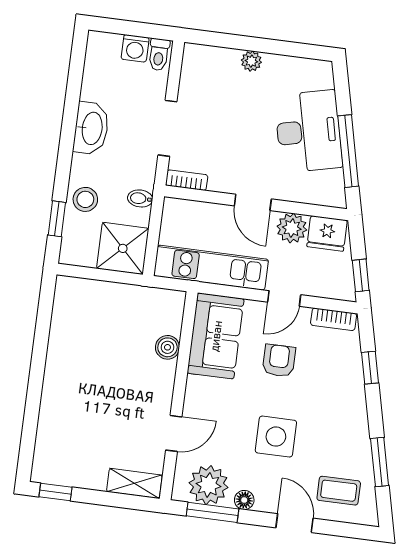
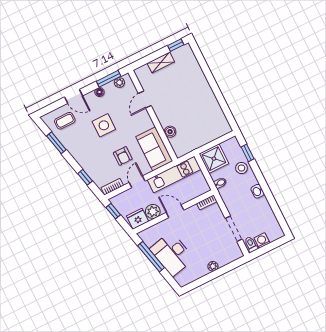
washbasin: (91, 128) -> (257, 191), width x0.52, depth x0.69
doorway: (167, 128) -> (234, 229), moved
shelving: (134, 483) -> (161, 63), moved
plant: (208, 485) -> (119, 83), width x0.53, depth x0.53

